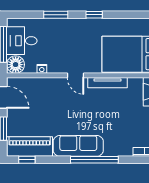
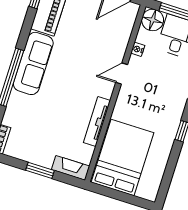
door: (75, 75) -> (122, 74), moved

